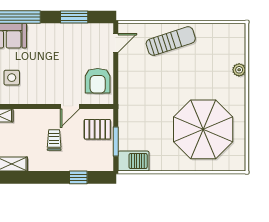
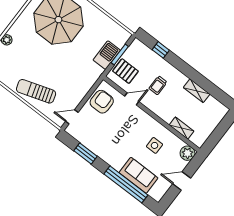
barbecue: (133, 161) -> (107, 55), moved, turned 90

